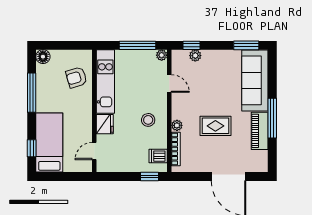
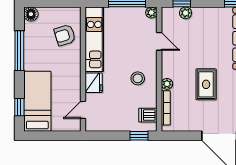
rug: (215, 126) -> (206, 84), turned 90

